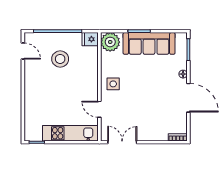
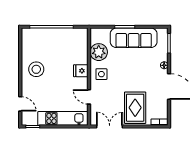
fridge: (90, 39) -> (81, 71), moved
plant: (110, 42) -> (99, 52), moved
door: (23, 51) -> (20, 104), moved
stool: (60, 59) -> (36, 69), moved
rug: (151, 121) -> (135, 108), added

